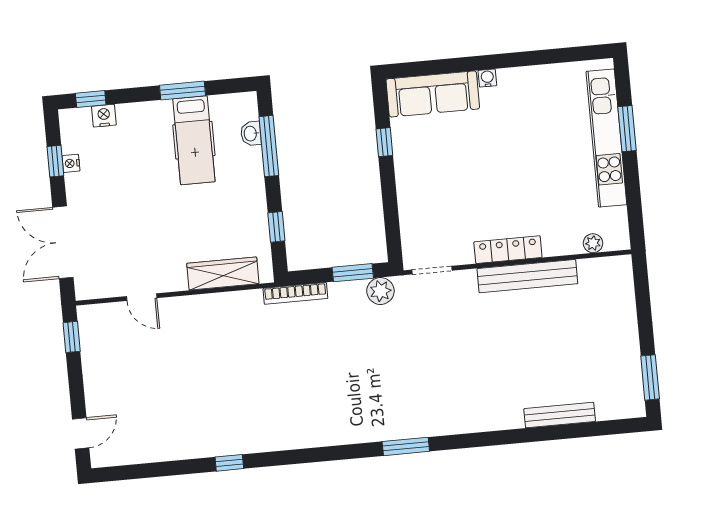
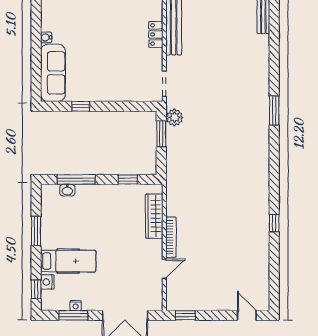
hospital bed: (194, 140) -> (68, 261), moved
window: (55, 161) -> (73, 315), width x1.50
locker: (508, 250) -> (156, 34), width x0.66
bookcase: (295, 293) -> (171, 237), moved

